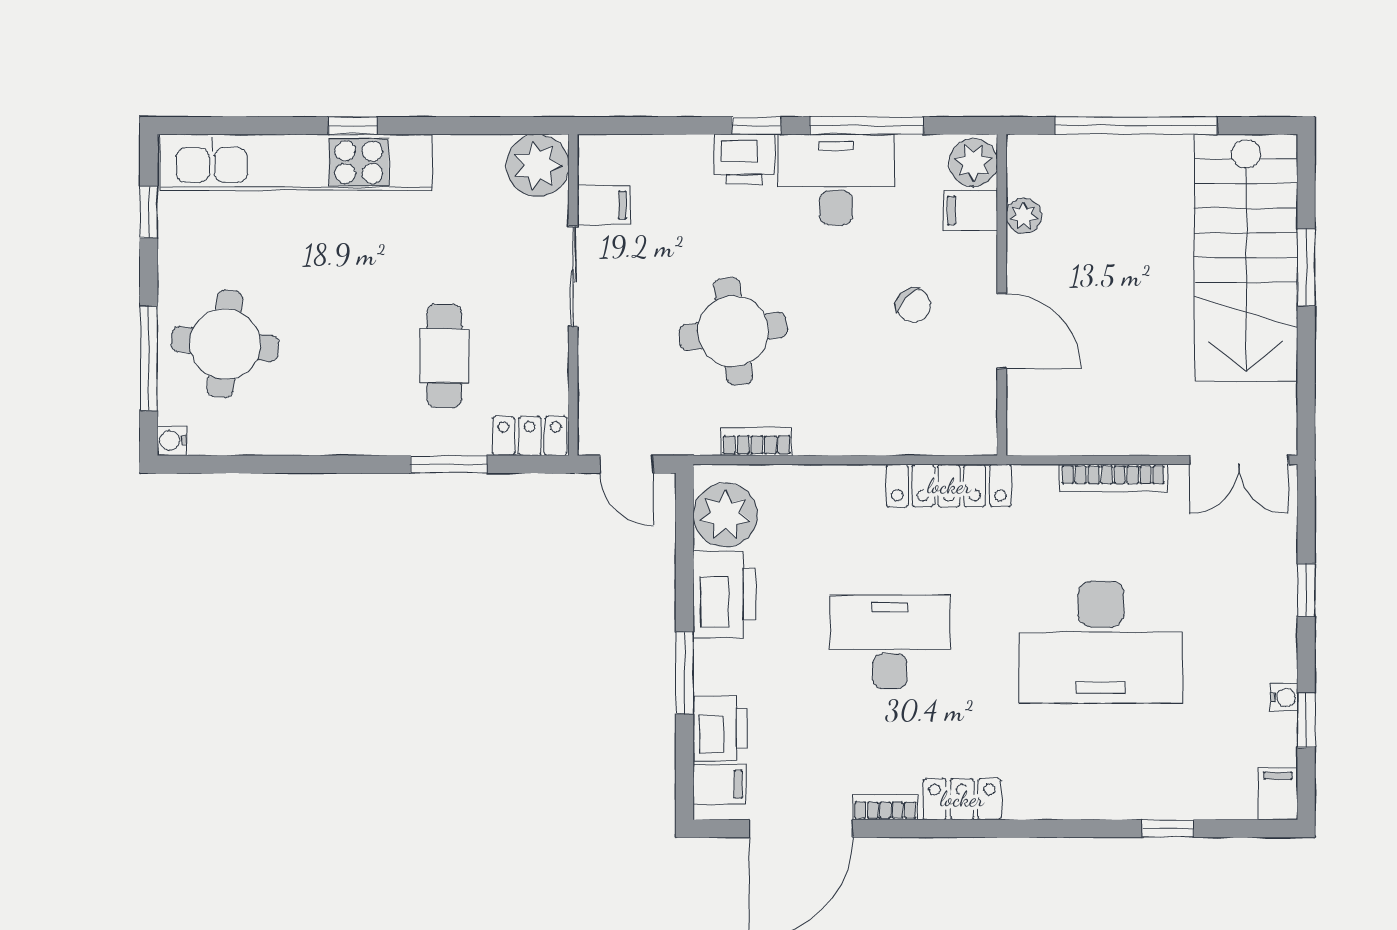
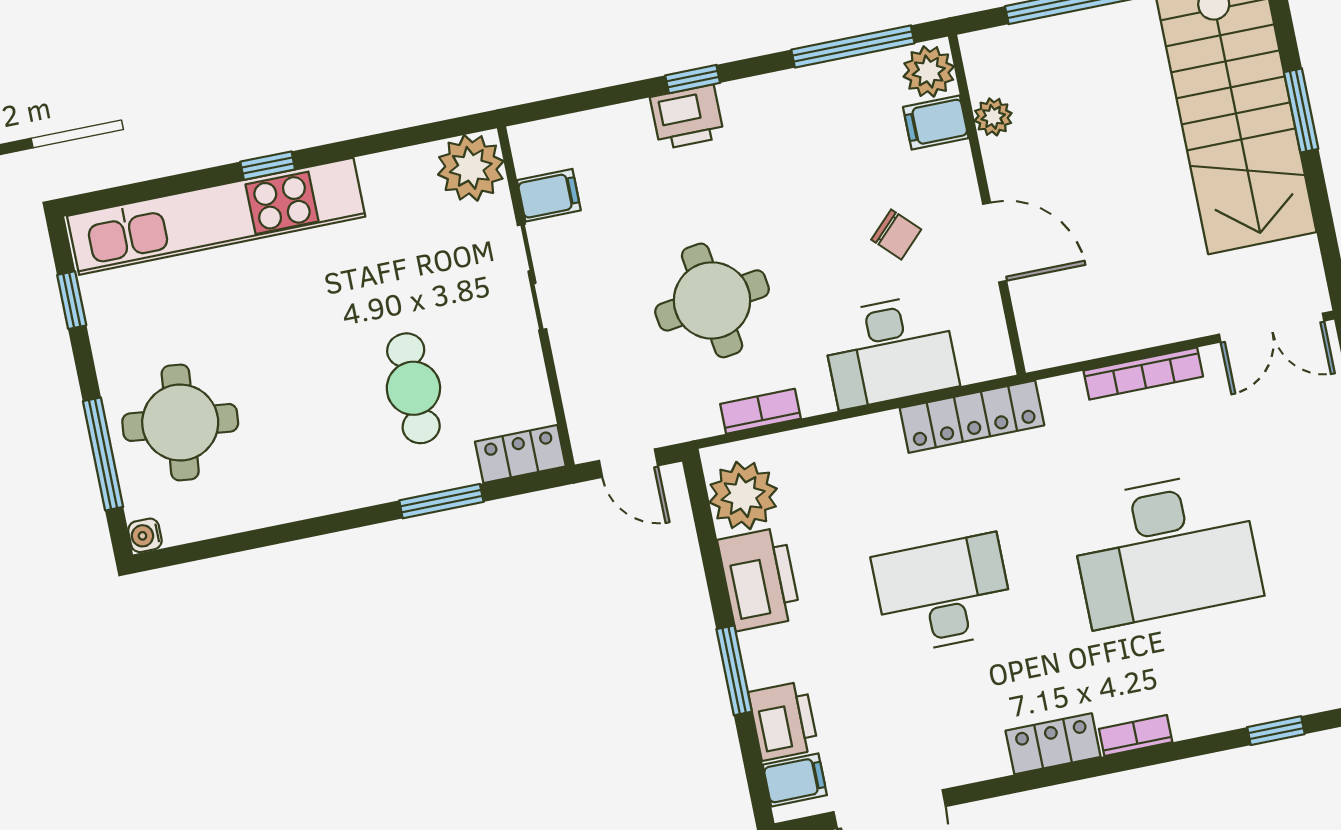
window: (867, 126) -> (853, 46), moved
desk: (836, 180) -> (890, 351), moved, turned 180
bookcase: (885, 807) -> (1136, 736), moved

